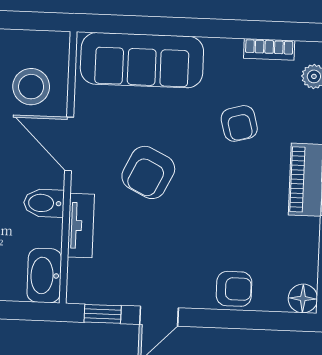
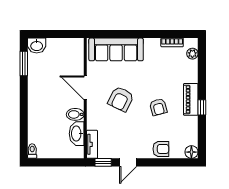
stool: (31, 87) -> (67, 63), removed
armchair: (239, 123) -> (158, 107), moved
tv unit: (81, 226) -> (92, 144), moved
washbasin: (44, 276) -> (77, 134), moved

